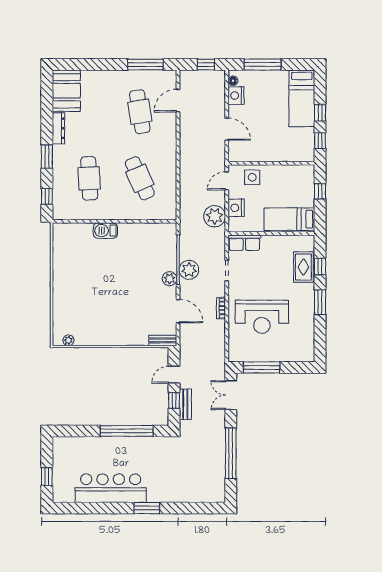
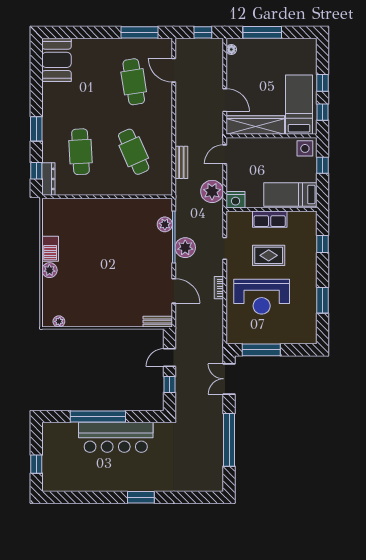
nightstand: (236, 96) -> (234, 65), removed
bed: (302, 98) -> (299, 105), moved, turned 180
door: (178, 101) -> (174, 70), hinge flipped
dresser: (58, 128) -> (48, 179), moved
wardrobe: (256, 153) -> (255, 125), added
side table: (252, 177) -> (305, 148), moved
nightstand: (236, 208) -> (236, 200), moved, turned -90
barbecue: (105, 231) -> (50, 249), moved, turned -90
row of seats: (244, 243) -> (270, 219), moved
rug: (303, 267) -> (269, 255), moved, turned 90
plant: (170, 279) -> (165, 224), moved
plant: (59, 291) -> (49, 270), added
window: (320, 302) -> (323, 300), moved
bench: (185, 404) -> (181, 162), moved
window: (127, 431) -> (98, 416), moved
bar counter: (111, 488) -> (116, 437), moved, turned 180

